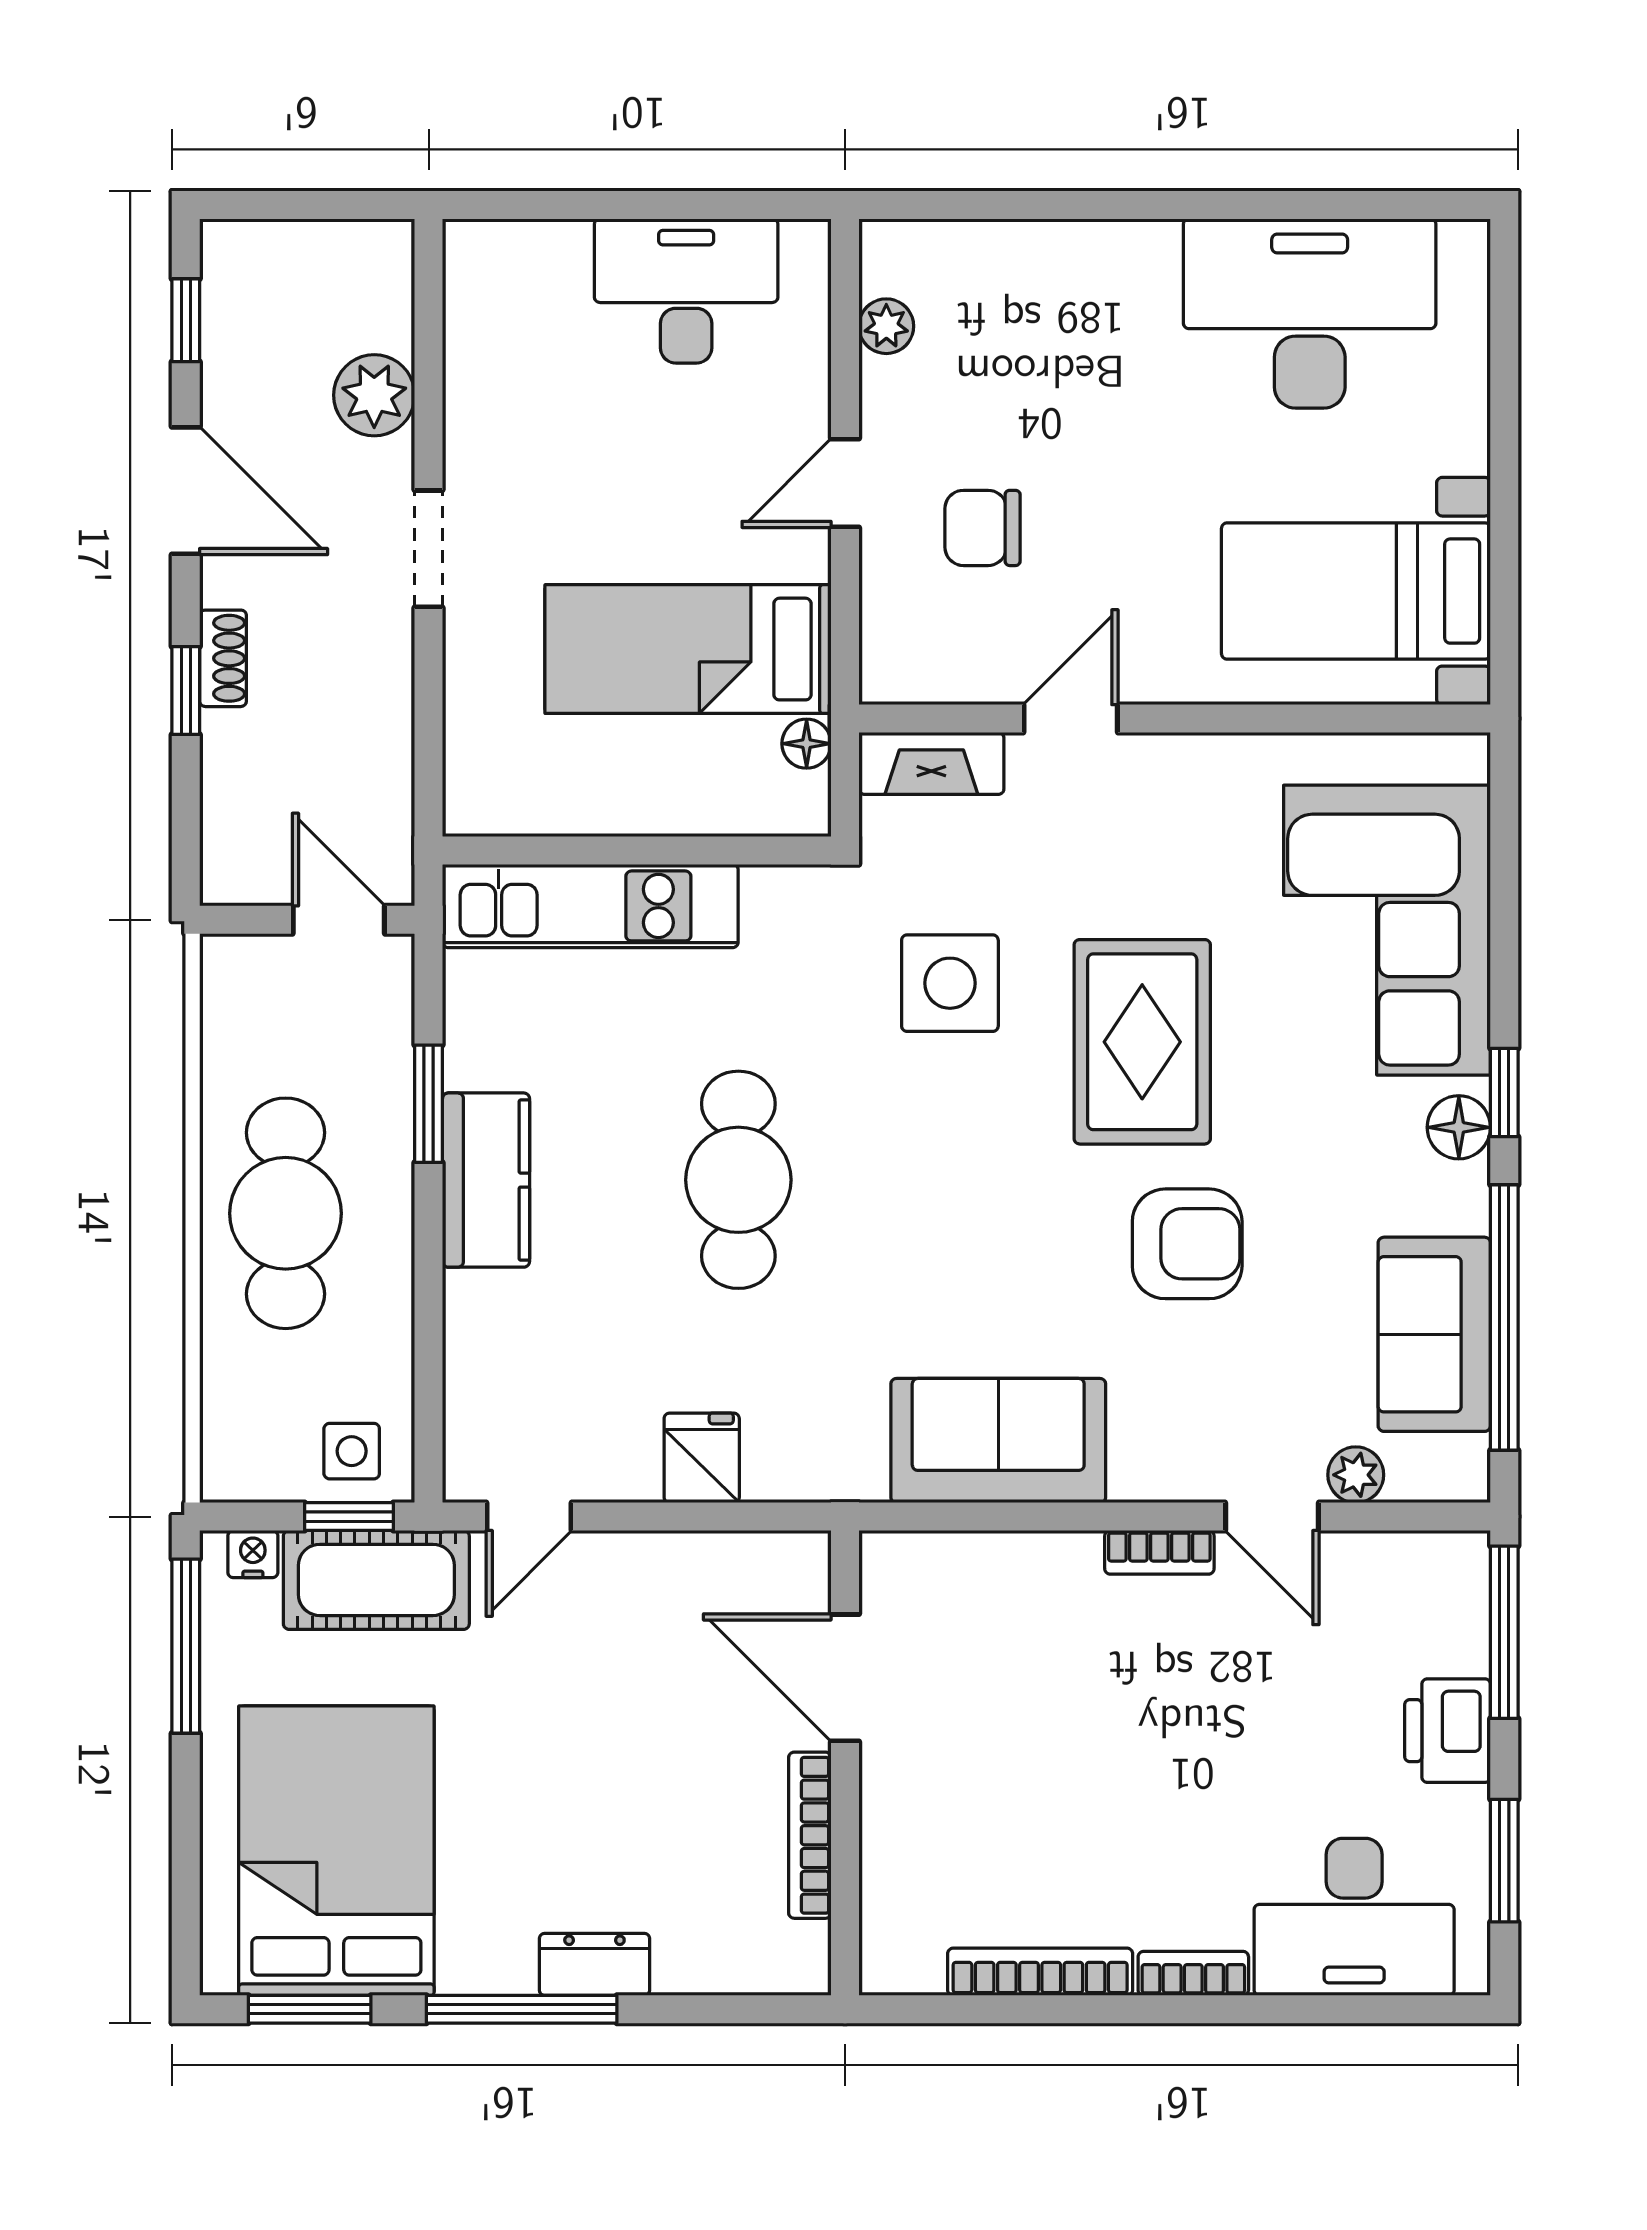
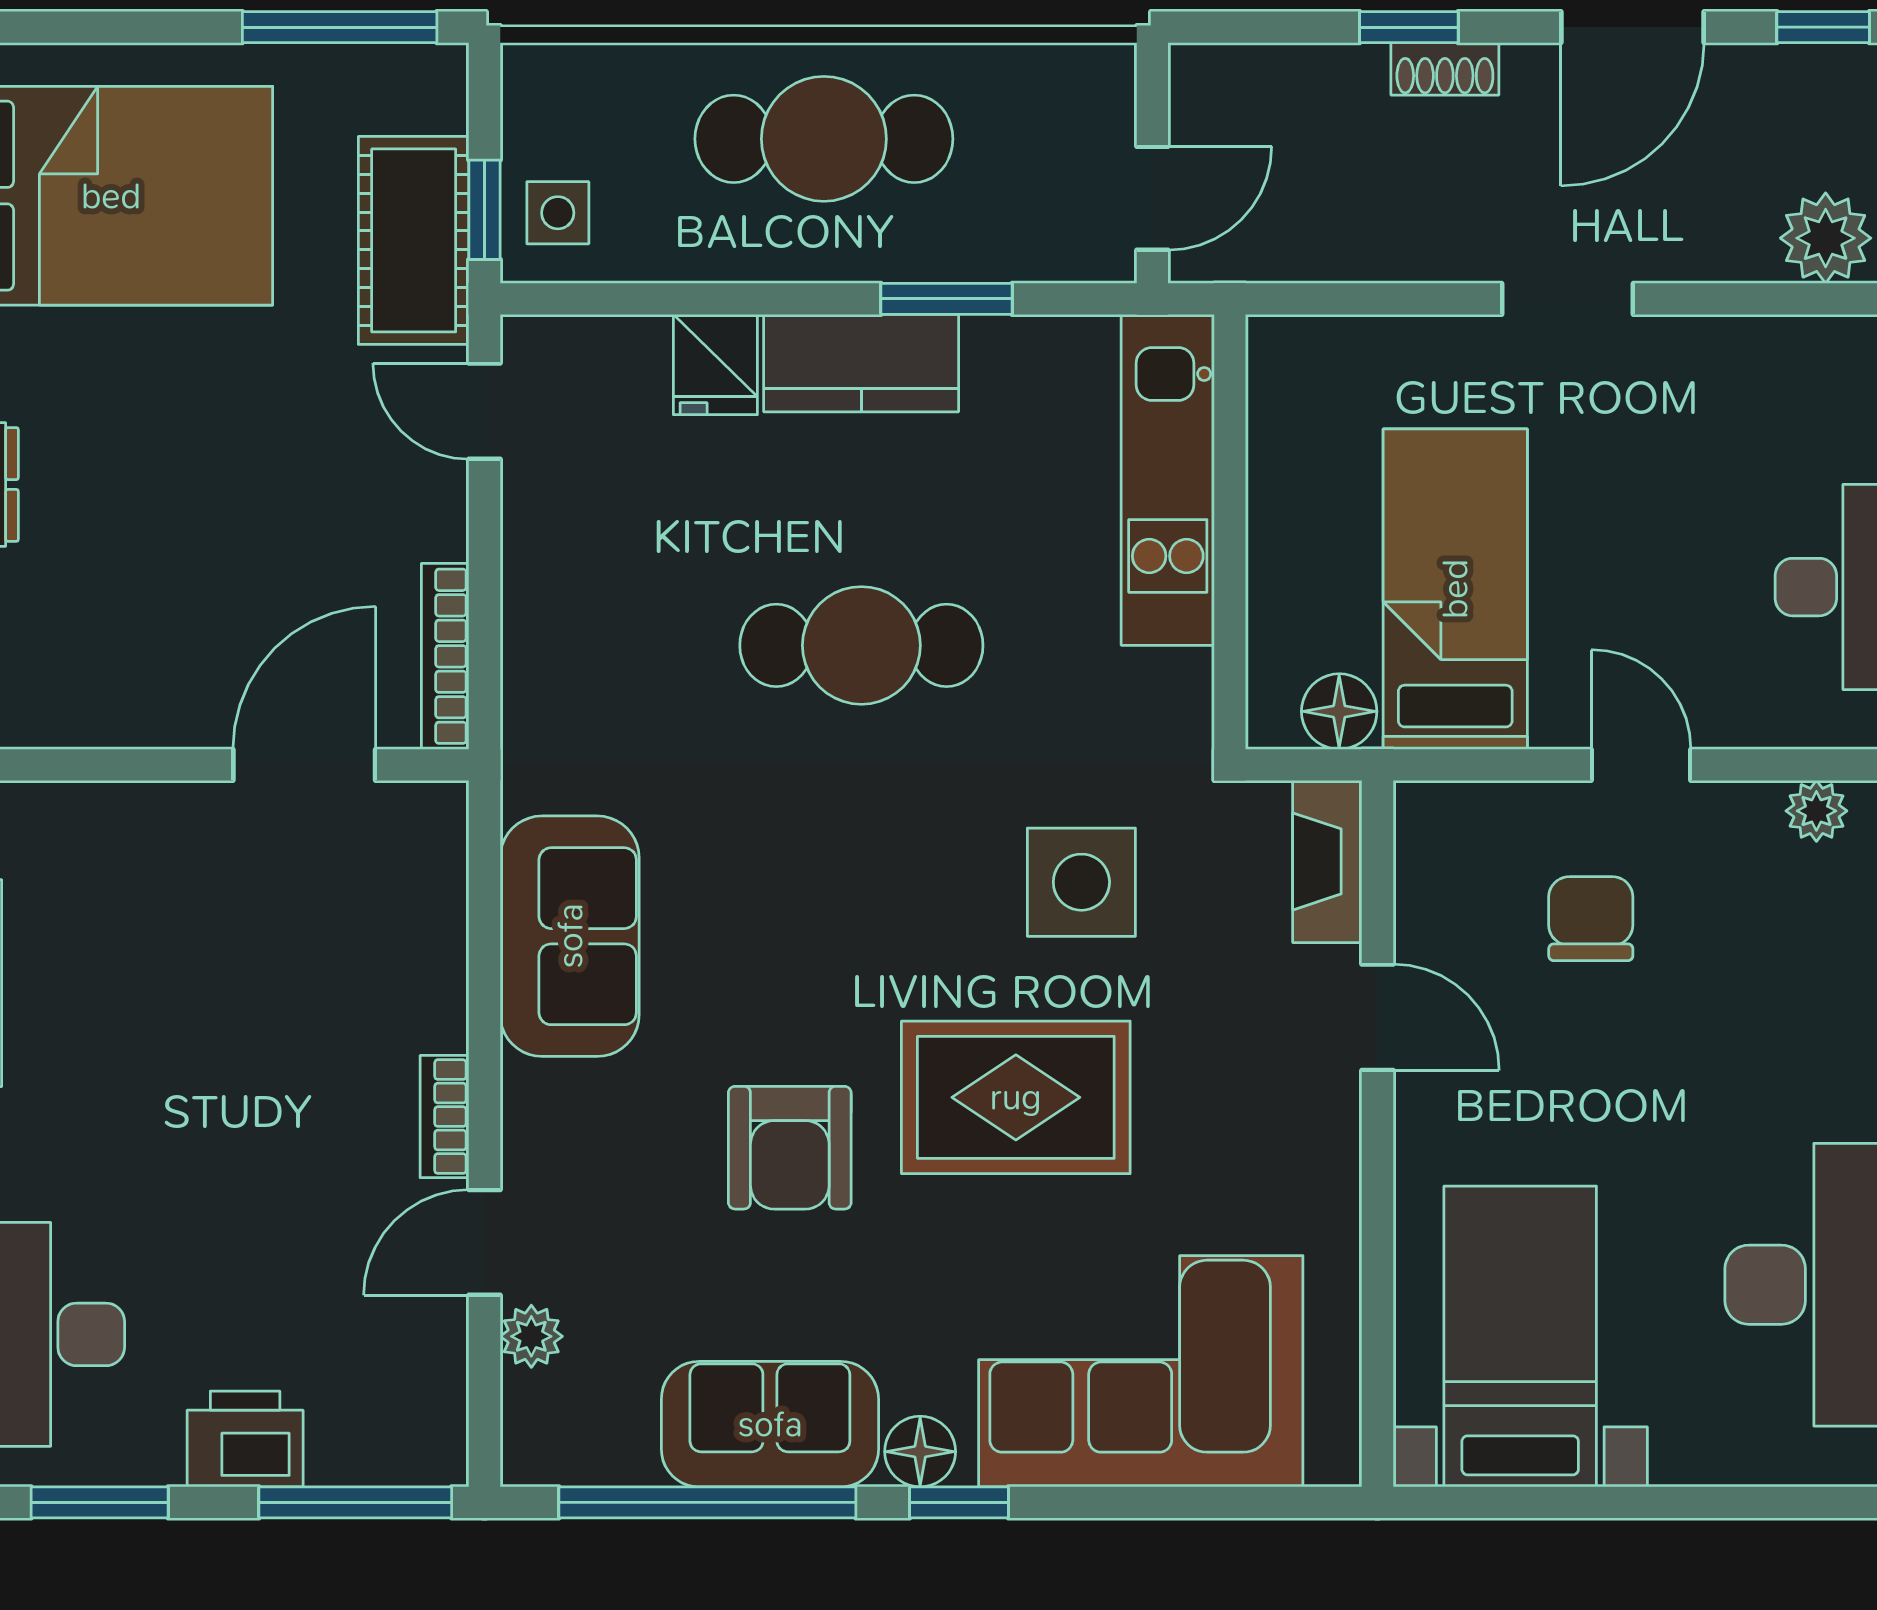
plant: (374, 395) -> (1826, 238), moved
floor lamp: (807, 744) -> (1339, 711), width x1.37, depth x1.37
sofa: (1434, 1334) -> (770, 1424), moved
fridge: (702, 1458) -> (715, 365), moved, turned 90
nightstand: (253, 1554) -> (443, 102), removed
bookcase: (810, 1835) -> (445, 656), moved, turned -90

